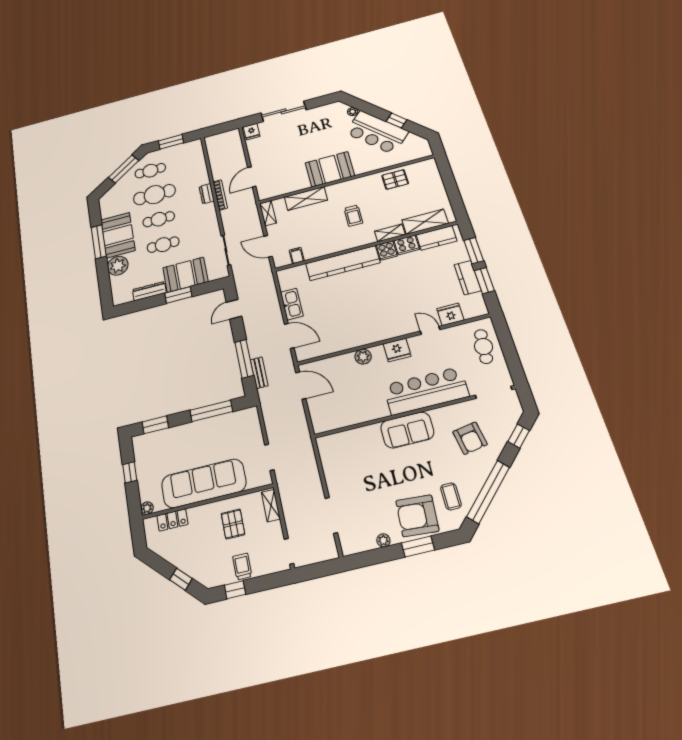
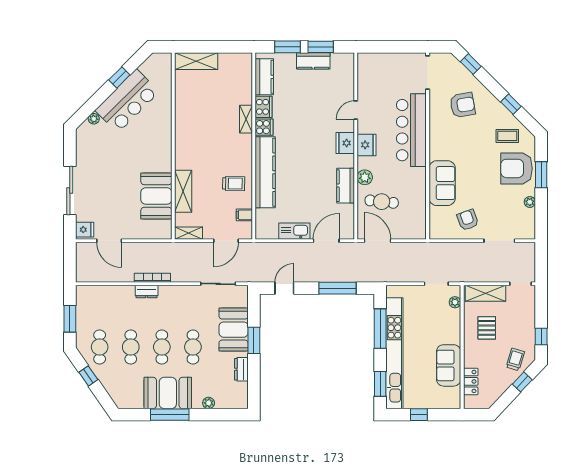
window: (124, 169) -> (88, 376), width x0.46
booth: (330, 169) -> (156, 196), moved
door: (252, 177) -> (109, 241), moved
pallet: (395, 179) -> (188, 98), removed
cafe table: (154, 195) -> (131, 347), width x0.73, depth x0.74
trolley: (353, 216) -> (234, 184), moved
shelving: (425, 222) -> (196, 61), moved, turned 90
plant: (118, 266) -> (209, 403), width x0.53, depth x0.53
dresser: (149, 291) -> (241, 369), width x0.70
door: (234, 309) -> (284, 288), swing flipped
fridge: (450, 314) -> (345, 143), moved
kitchen counter: (350, 340) -> (346, 186), added
cafe table: (484, 347) -> (382, 202), moved
bench: (259, 373) -> (355, 277), removed
door: (301, 385) -> (377, 241), hinge flipped
sofa: (407, 430) -> (442, 183), moved
kitchen unit: (189, 431) -> (394, 353), added
armchair: (346, 474) -> (468, 220), added
sofa: (204, 483) -> (449, 365), width x0.54, depth x0.79
window: (488, 492) -> (511, 104), width x0.32
shelving: (271, 506) -> (485, 293), width x1.50, depth x1.33
plant: (147, 508) -> (455, 302), moved
armchair: (417, 516) -> (517, 168), turned 86
pallet: (233, 524) -> (487, 328), turned 90
trolley: (242, 566) -> (515, 359), moved, turned 107

